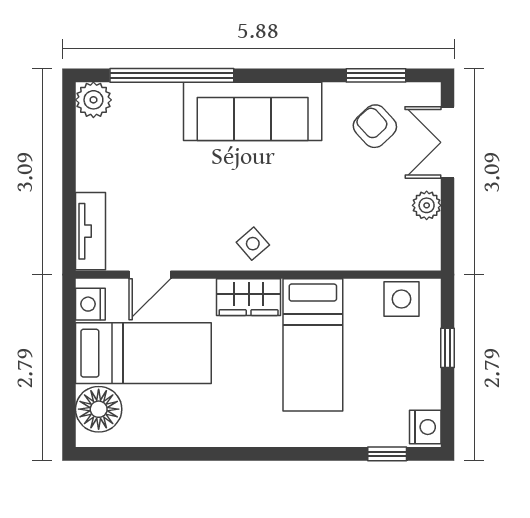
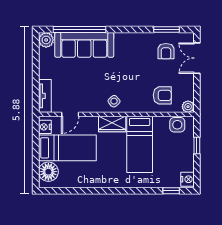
sofa: (253, 111) -> (84, 45), moved
armchair: (375, 126) -> (166, 51), turned -137
plant: (427, 205) -> (188, 107), moved
armchair: (366, 230) -> (162, 95), added

